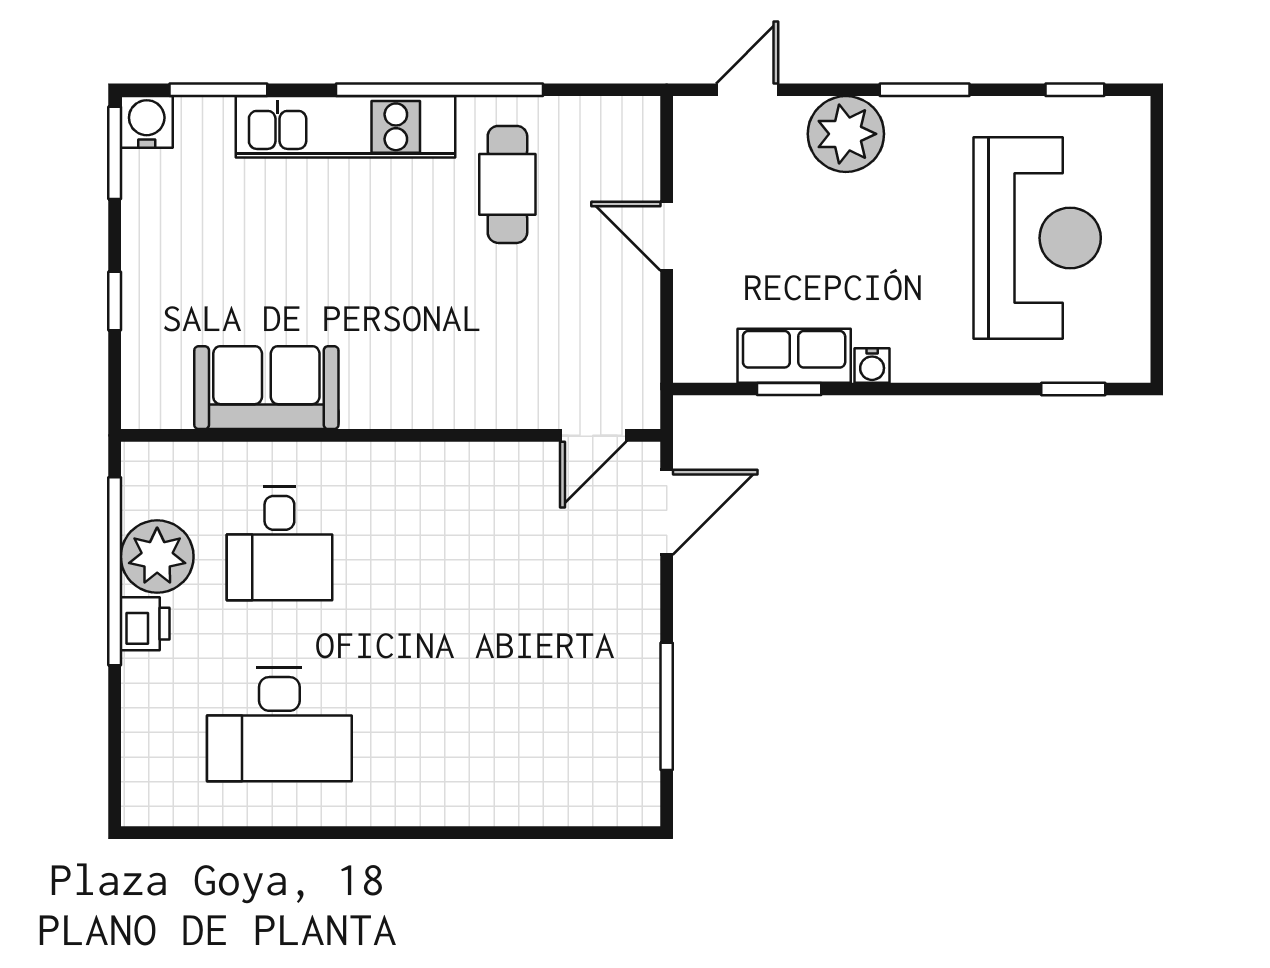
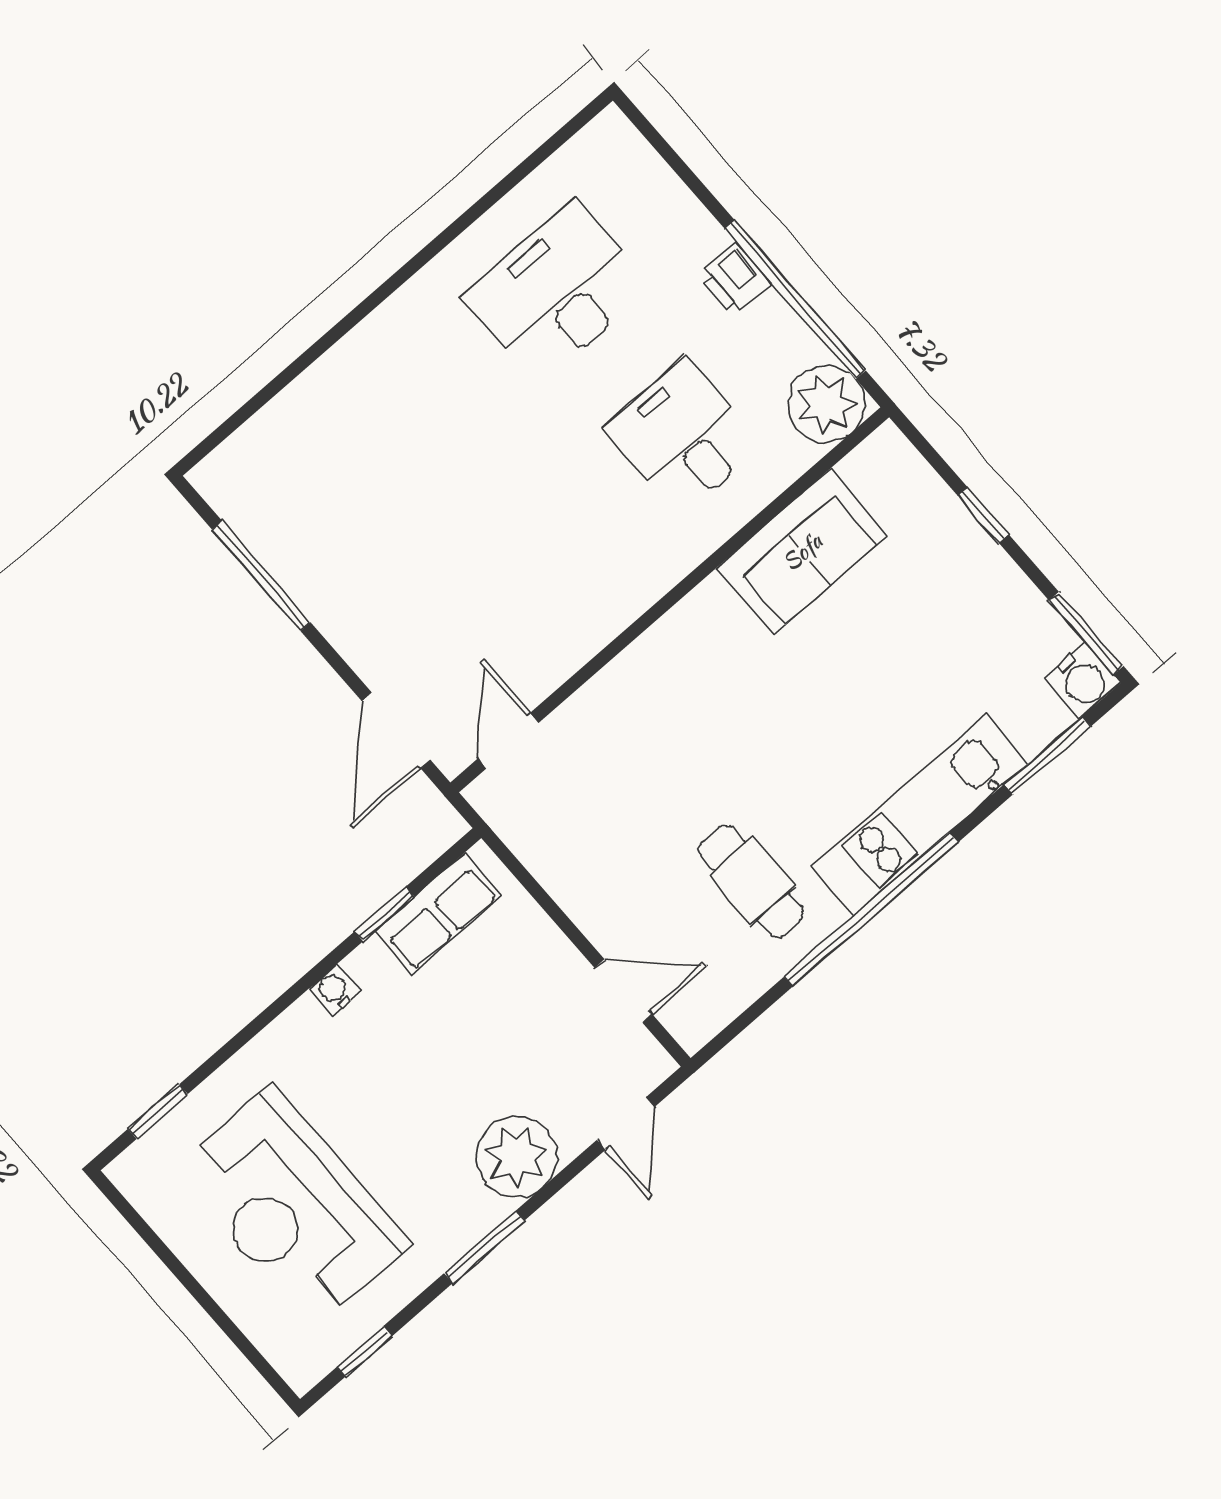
door: (667, 236) -> (623, 991), moved
row of seats: (794, 356) -> (438, 914), moved
plant: (157, 557) -> (826, 404), moved

